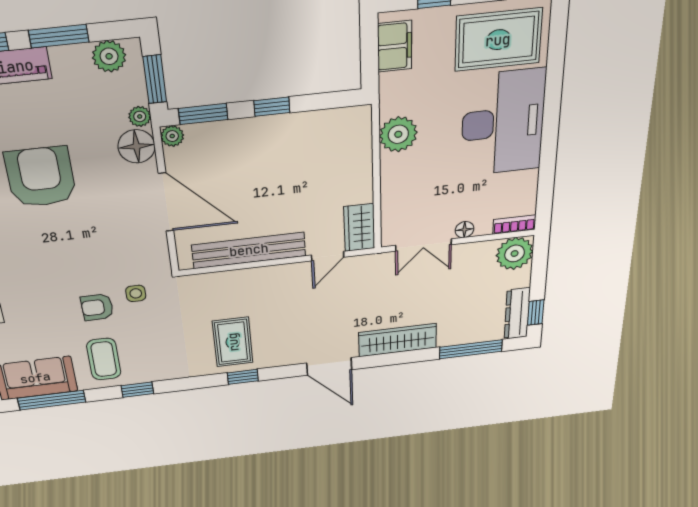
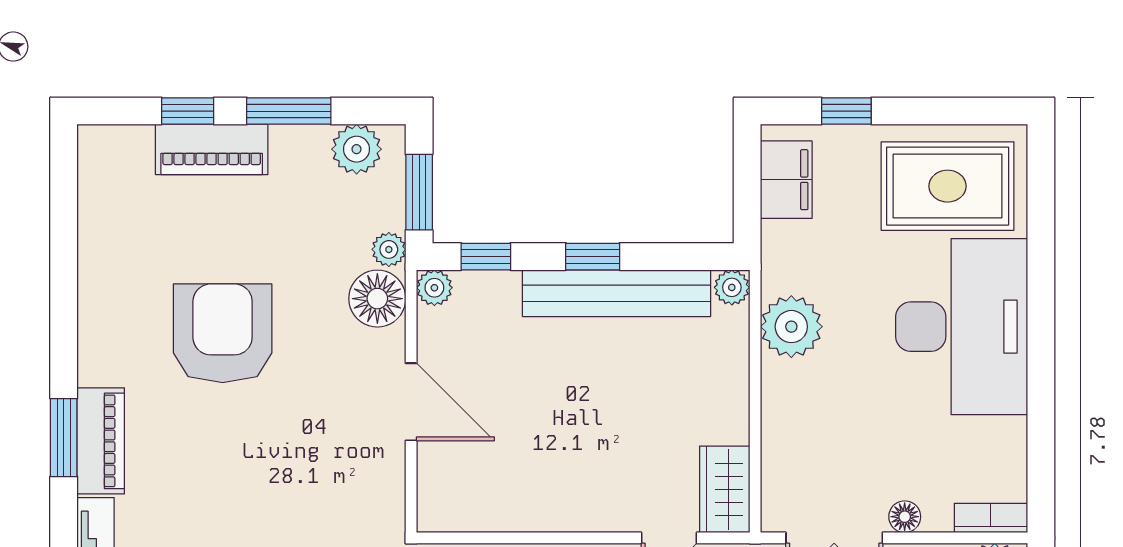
window: (203, 114) -> (486, 257), width x0.67
plant: (361, 116) -> (732, 287), added
door: (166, 202) -> (411, 402), width x0.73
bench: (249, 250) -> (617, 293), moved

